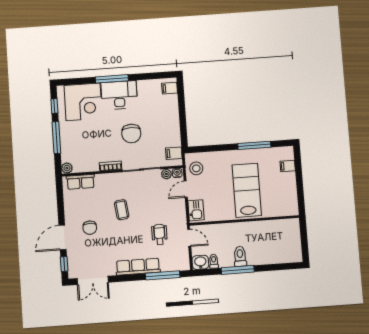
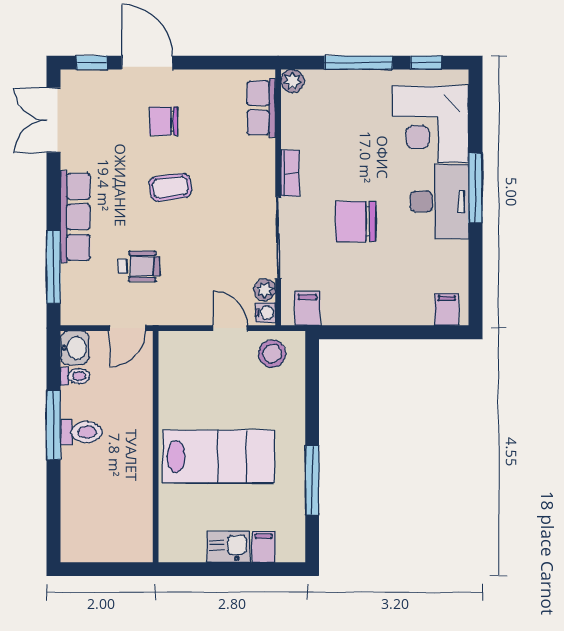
coffee table: (122, 210) -> (170, 187), moved
kitchen sink: (196, 210) -> (228, 547), moved, turned 180

